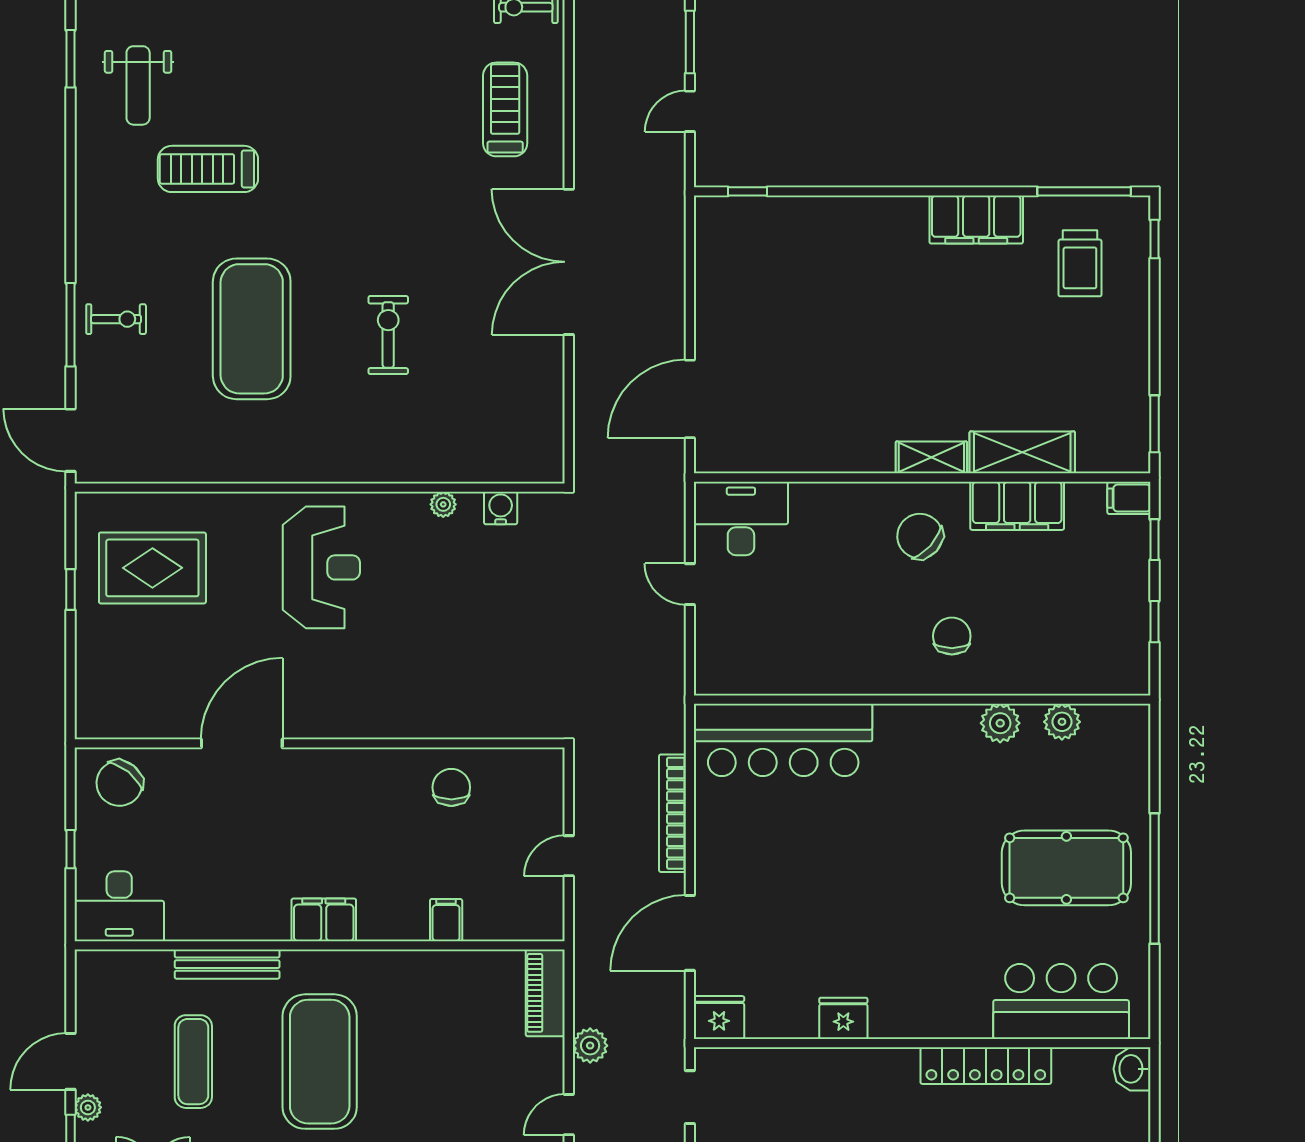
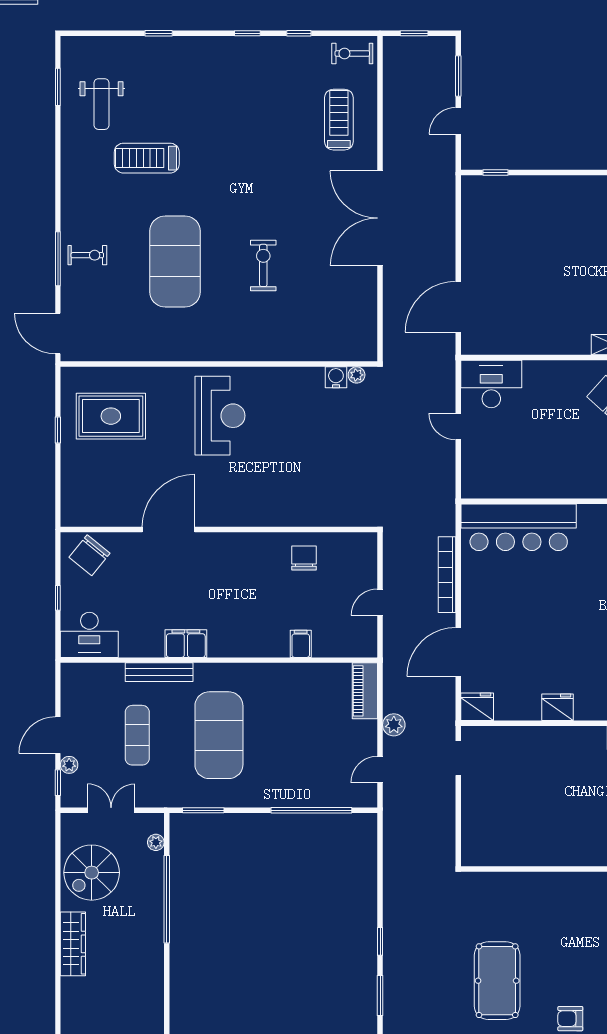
plant: (443, 504) -> (357, 375), moved
filing cabinet: (324, 920) -> (186, 644), moved

